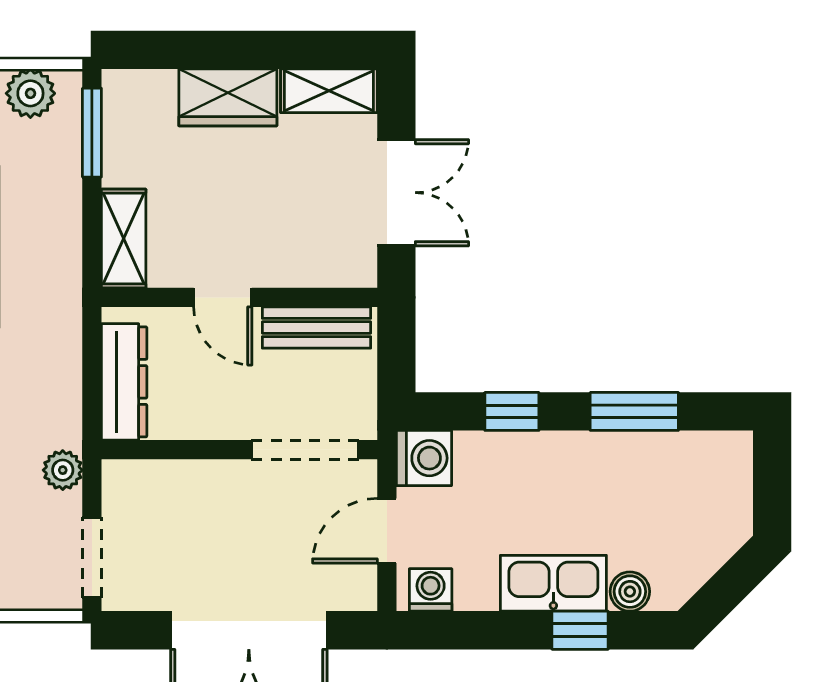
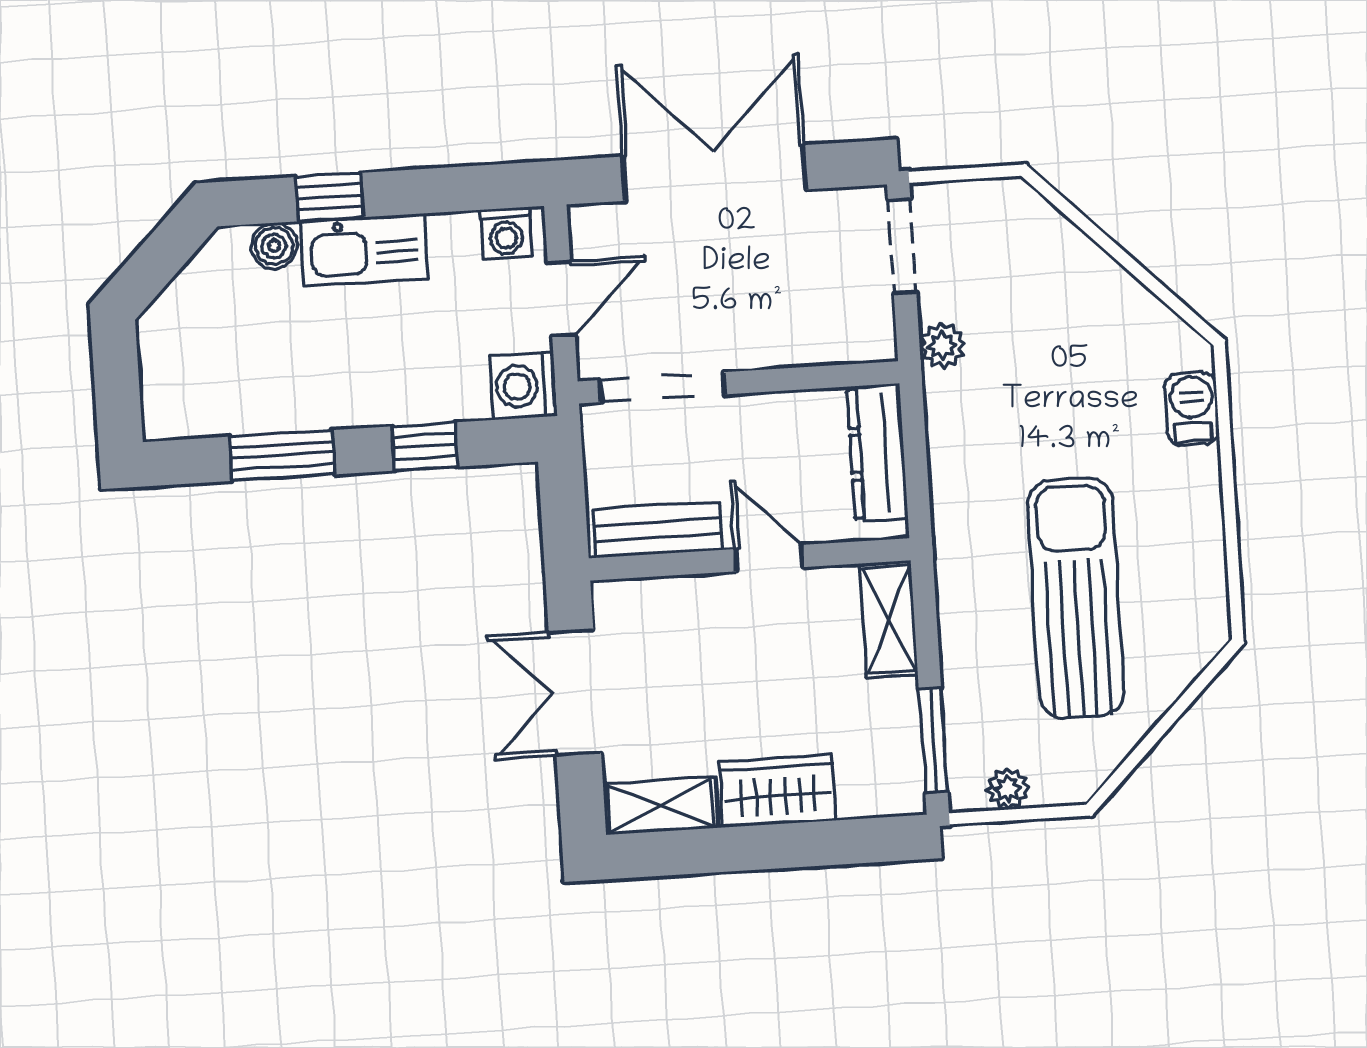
plant: (30, 93) -> (1008, 789), width x0.73, depth x0.73

